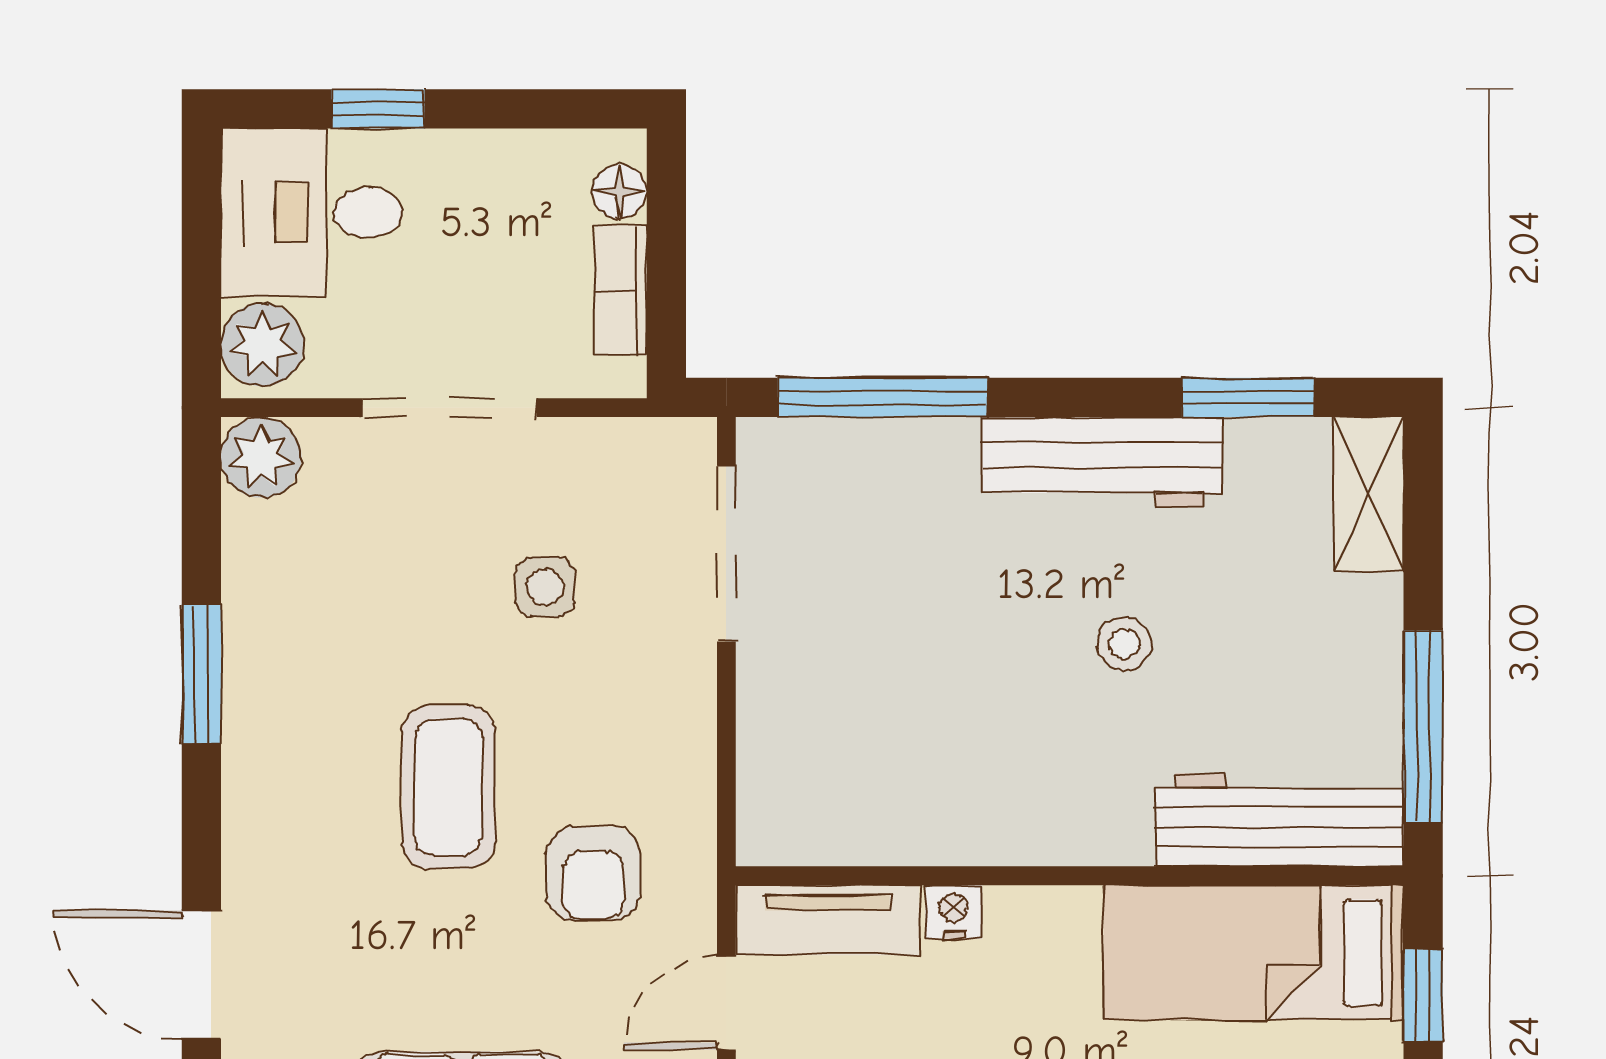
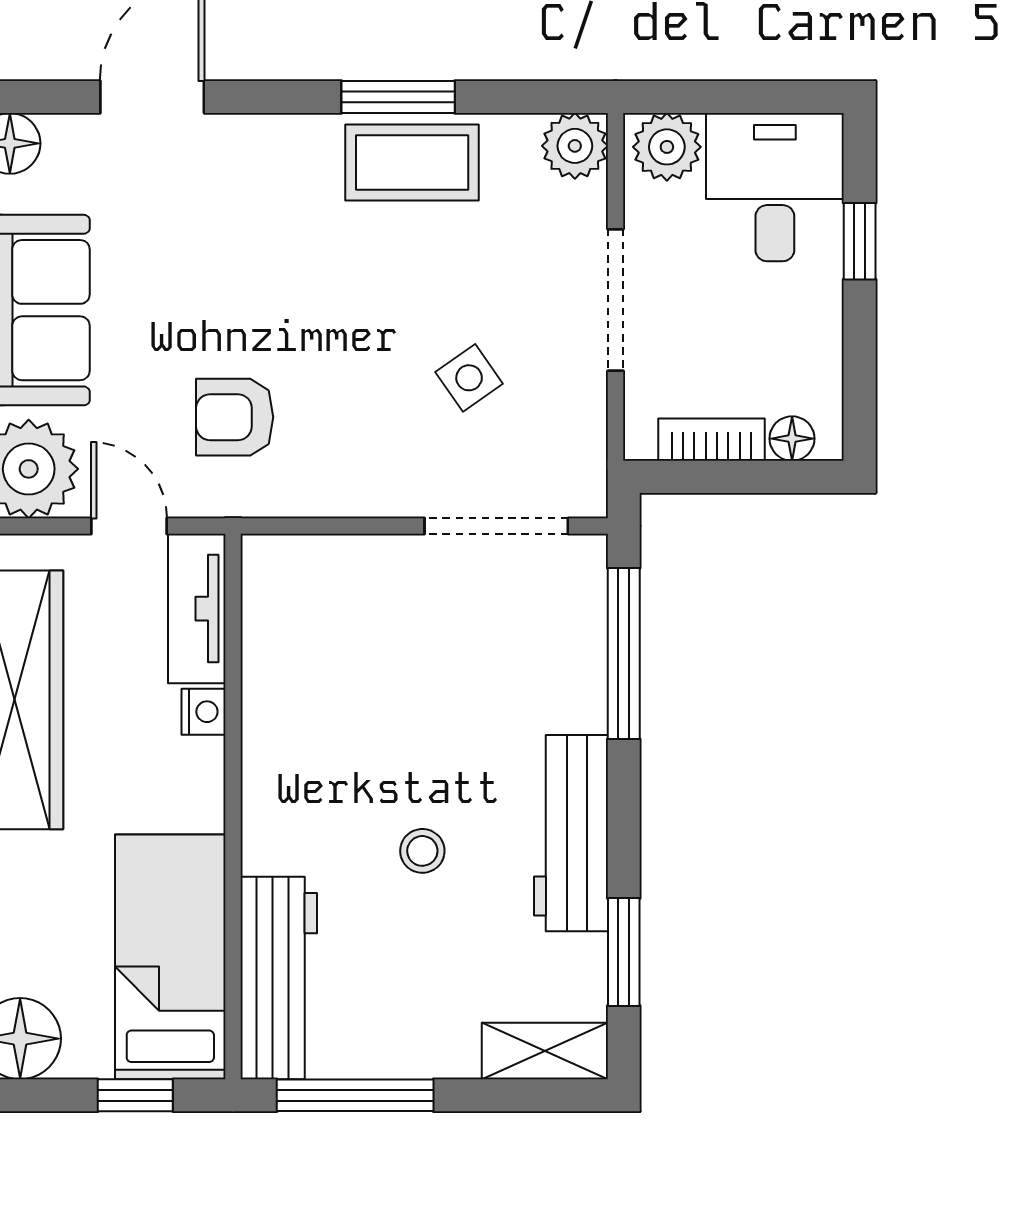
side table: (545, 587) -> (469, 378), turned -35
coffee table: (448, 787) -> (412, 163), moved

